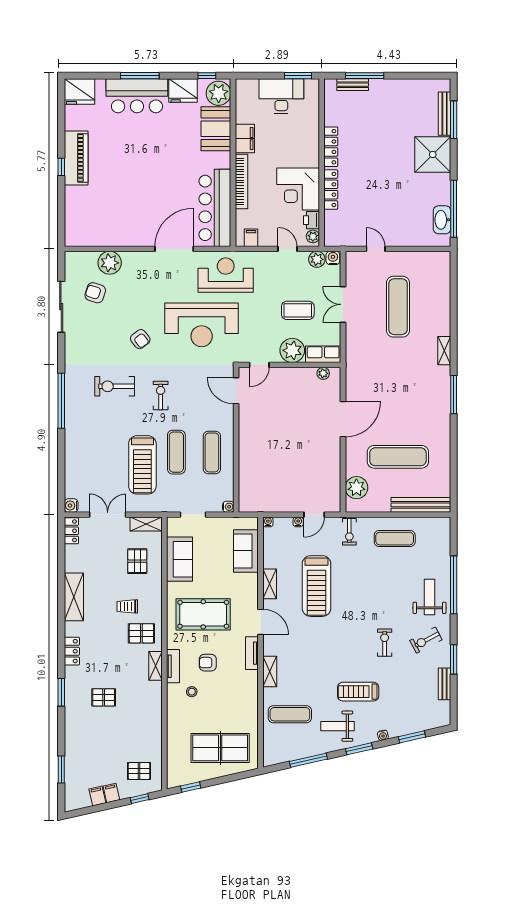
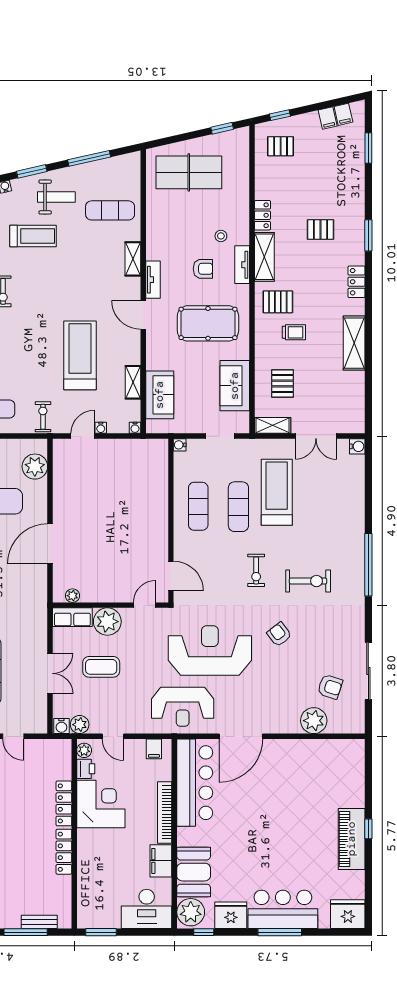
desk: (281, 96) -> (147, 909), moved
locker: (71, 531) -> (262, 215), moved, turned 180
shelving: (270, 584) -> (133, 382), moved
shelving: (155, 666) -> (264, 257), width x1.50, depth x1.33
filing cabinet: (111, 793) -> (343, 114), moved

